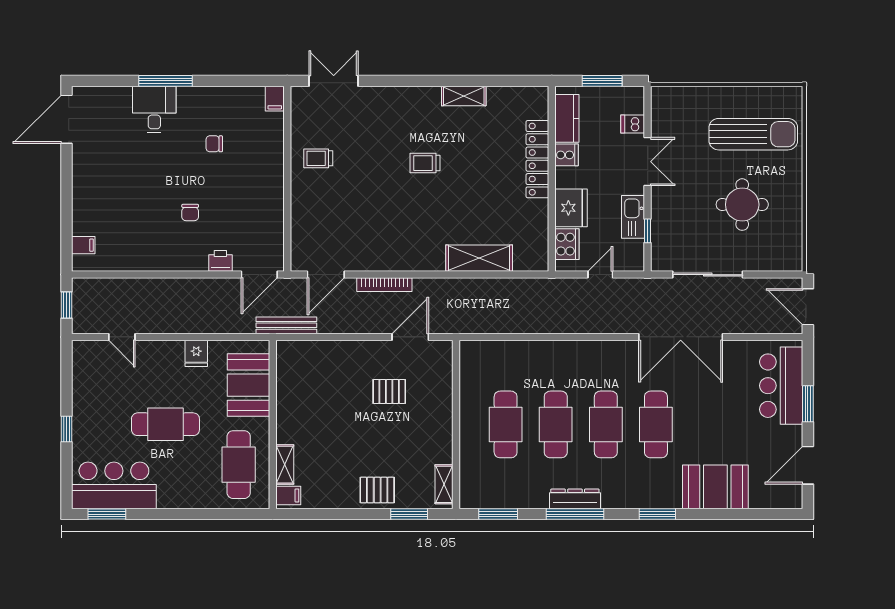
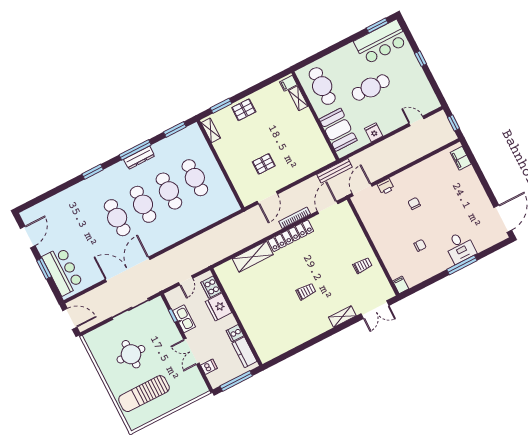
window: (602, 81) -> (236, 381), width x1.44
shelving: (464, 96) -> (342, 316), moved
locker: (537, 159) -> (291, 236), moved, turned 90
filing cabinet: (83, 245) -> (461, 158), width x2.00
booth: (715, 487) -> (70, 201), removed

